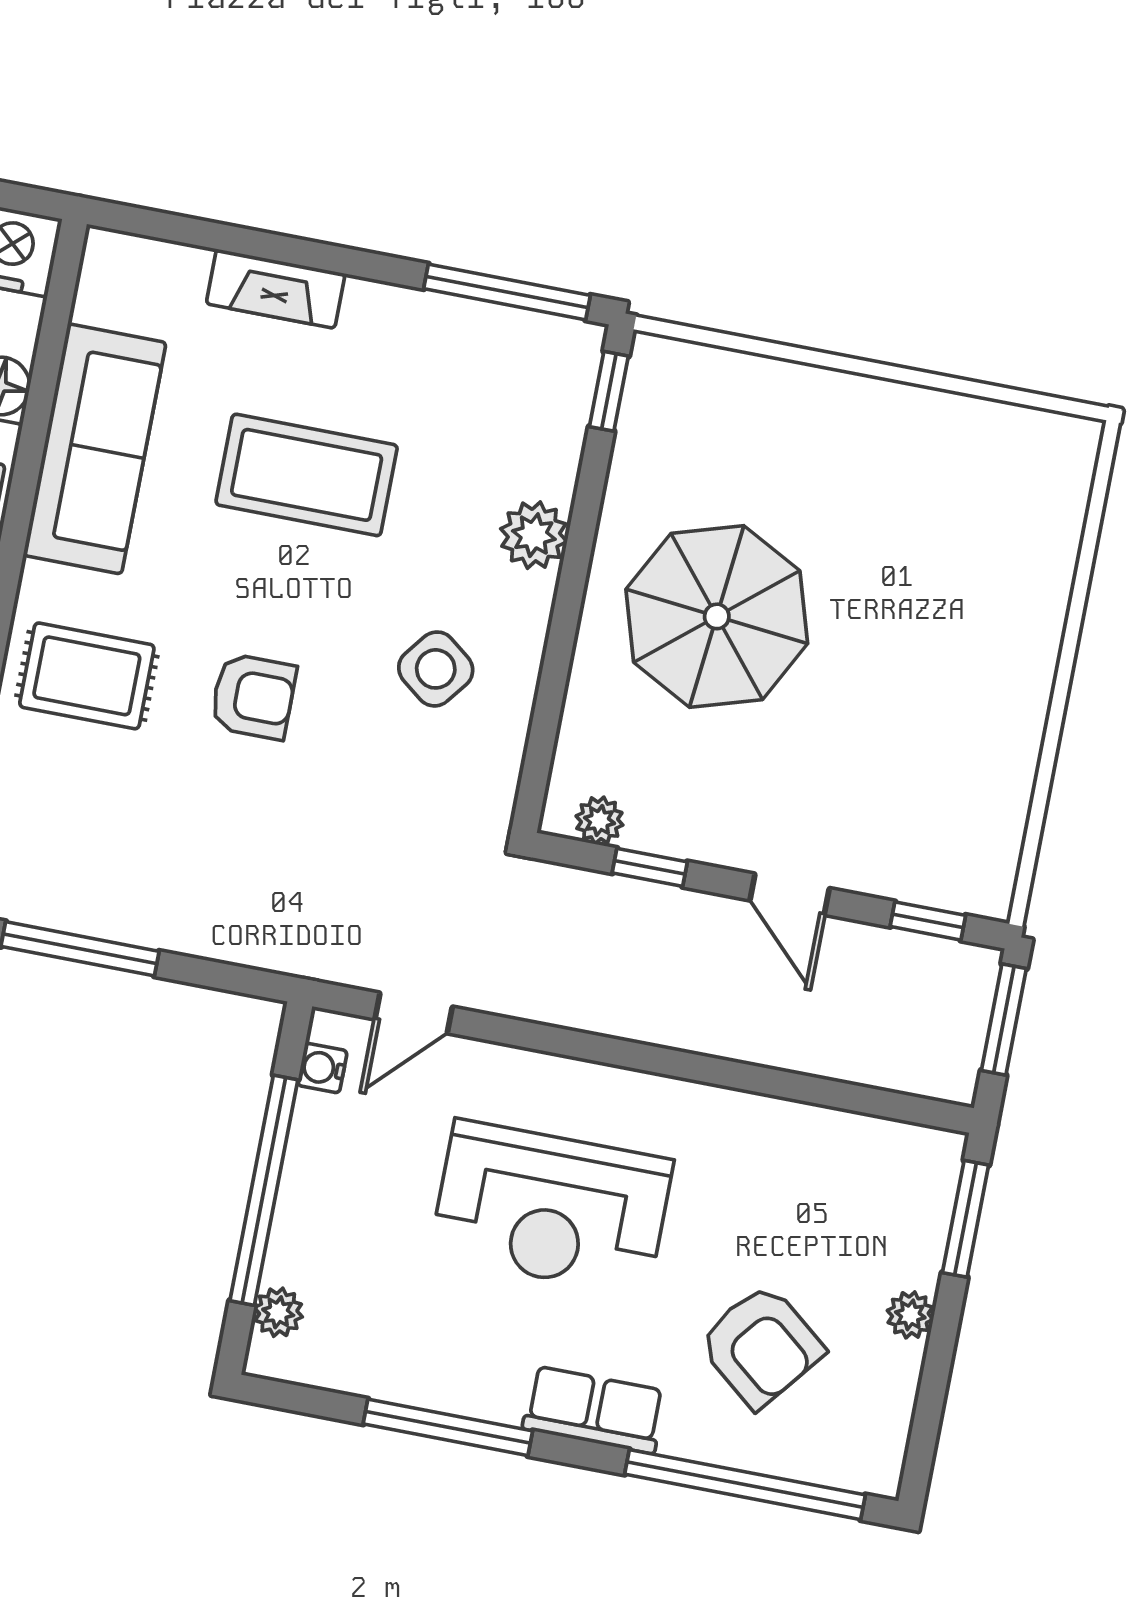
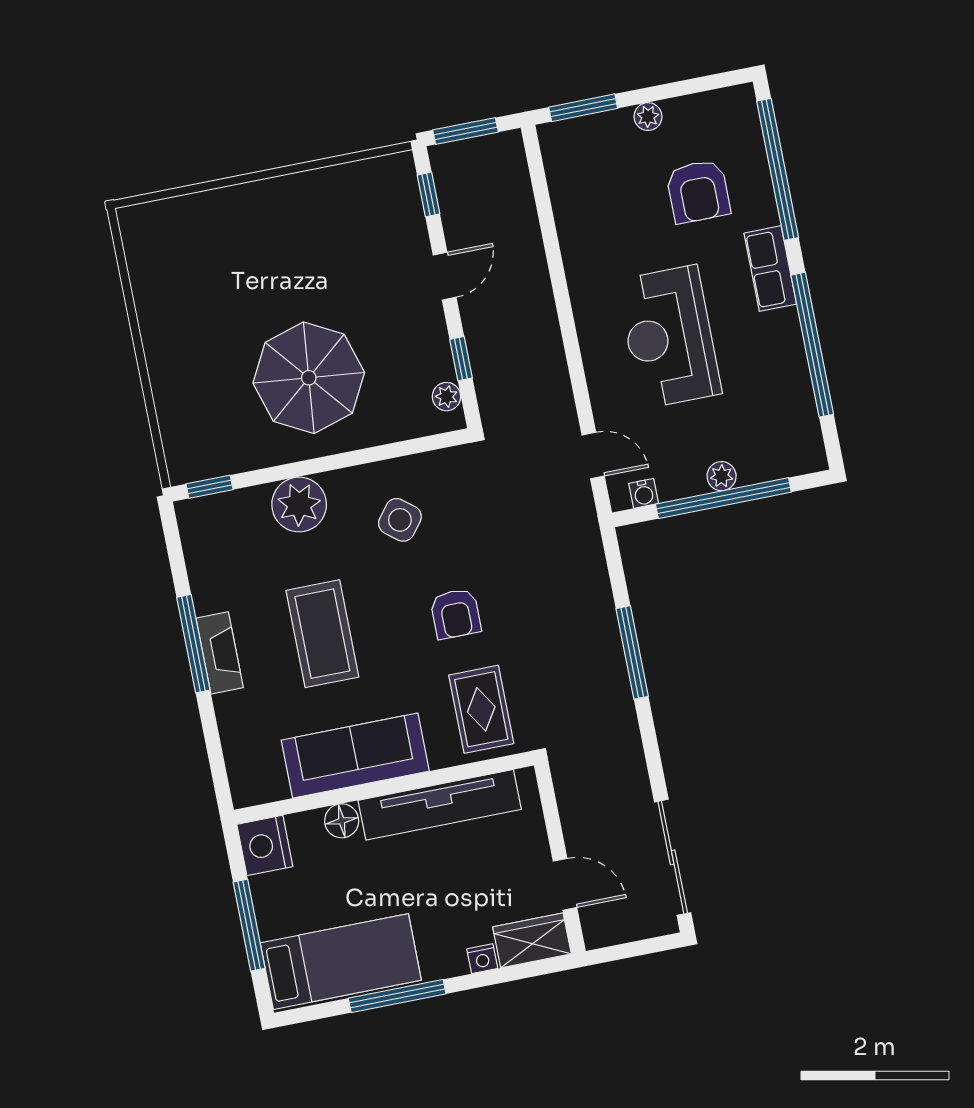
fireplace: (276, 289) -> (220, 653), moved
window: (507, 292) -> (193, 644), moved
plant: (534, 535) -> (299, 505), width x1.36, depth x1.36
armchair: (253, 696) -> (456, 614), turned 180
reception desk: (551, 1208) -> (669, 337), turned 180
plant: (278, 1312) -> (722, 476), moved
armchair: (761, 1346) -> (698, 191), turned 141
window: (448, 1427) -> (812, 345), width x1.46

